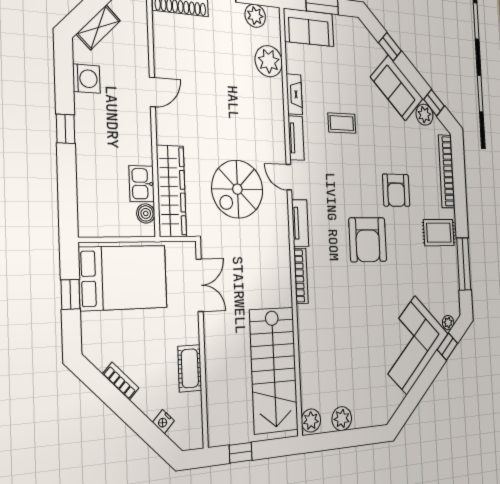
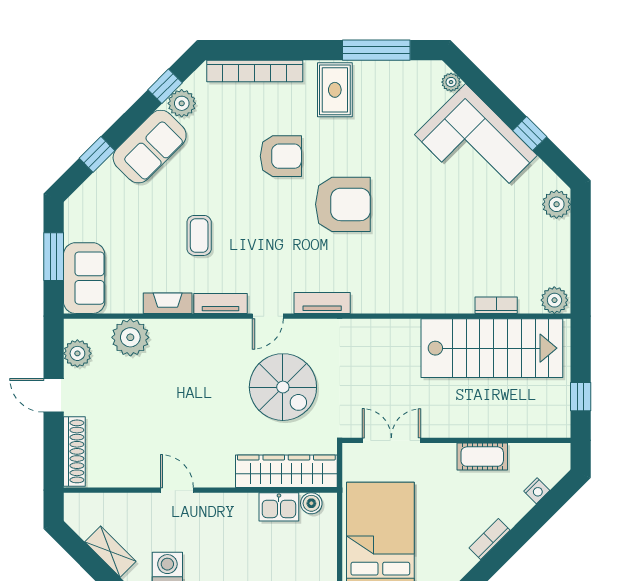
bookcase: (301, 276) -> (496, 305), moved, width x0.64
window: (447, 347) -> (530, 134), moved
plant: (342, 419) -> (557, 204), moved

